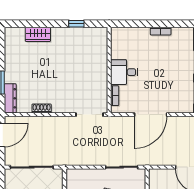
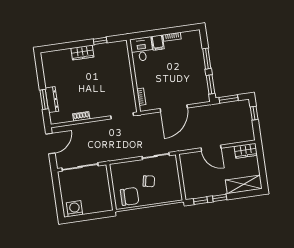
wardrobe: (38, 34) -> (82, 52), moved
filing cabinet: (143, 35) -> (158, 43), added
desk: (124, 72) -> (142, 49), moved, turned 90
dresser: (10, 98) -> (52, 100), moved

